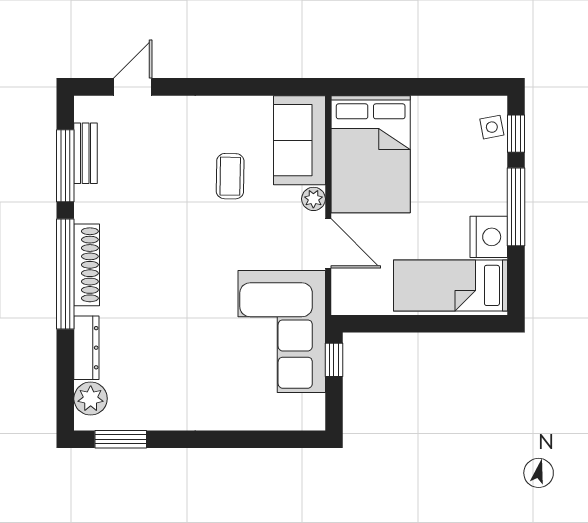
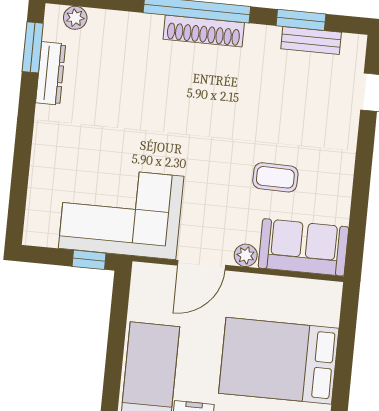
bed: (371, 154) -> (279, 361), moved
window: (65, 166) -> (301, 20), width x0.69
dresser: (86, 348) -> (51, 73), moved, turned -90
plant: (91, 399) -> (75, 18), width x0.73, depth x0.73

